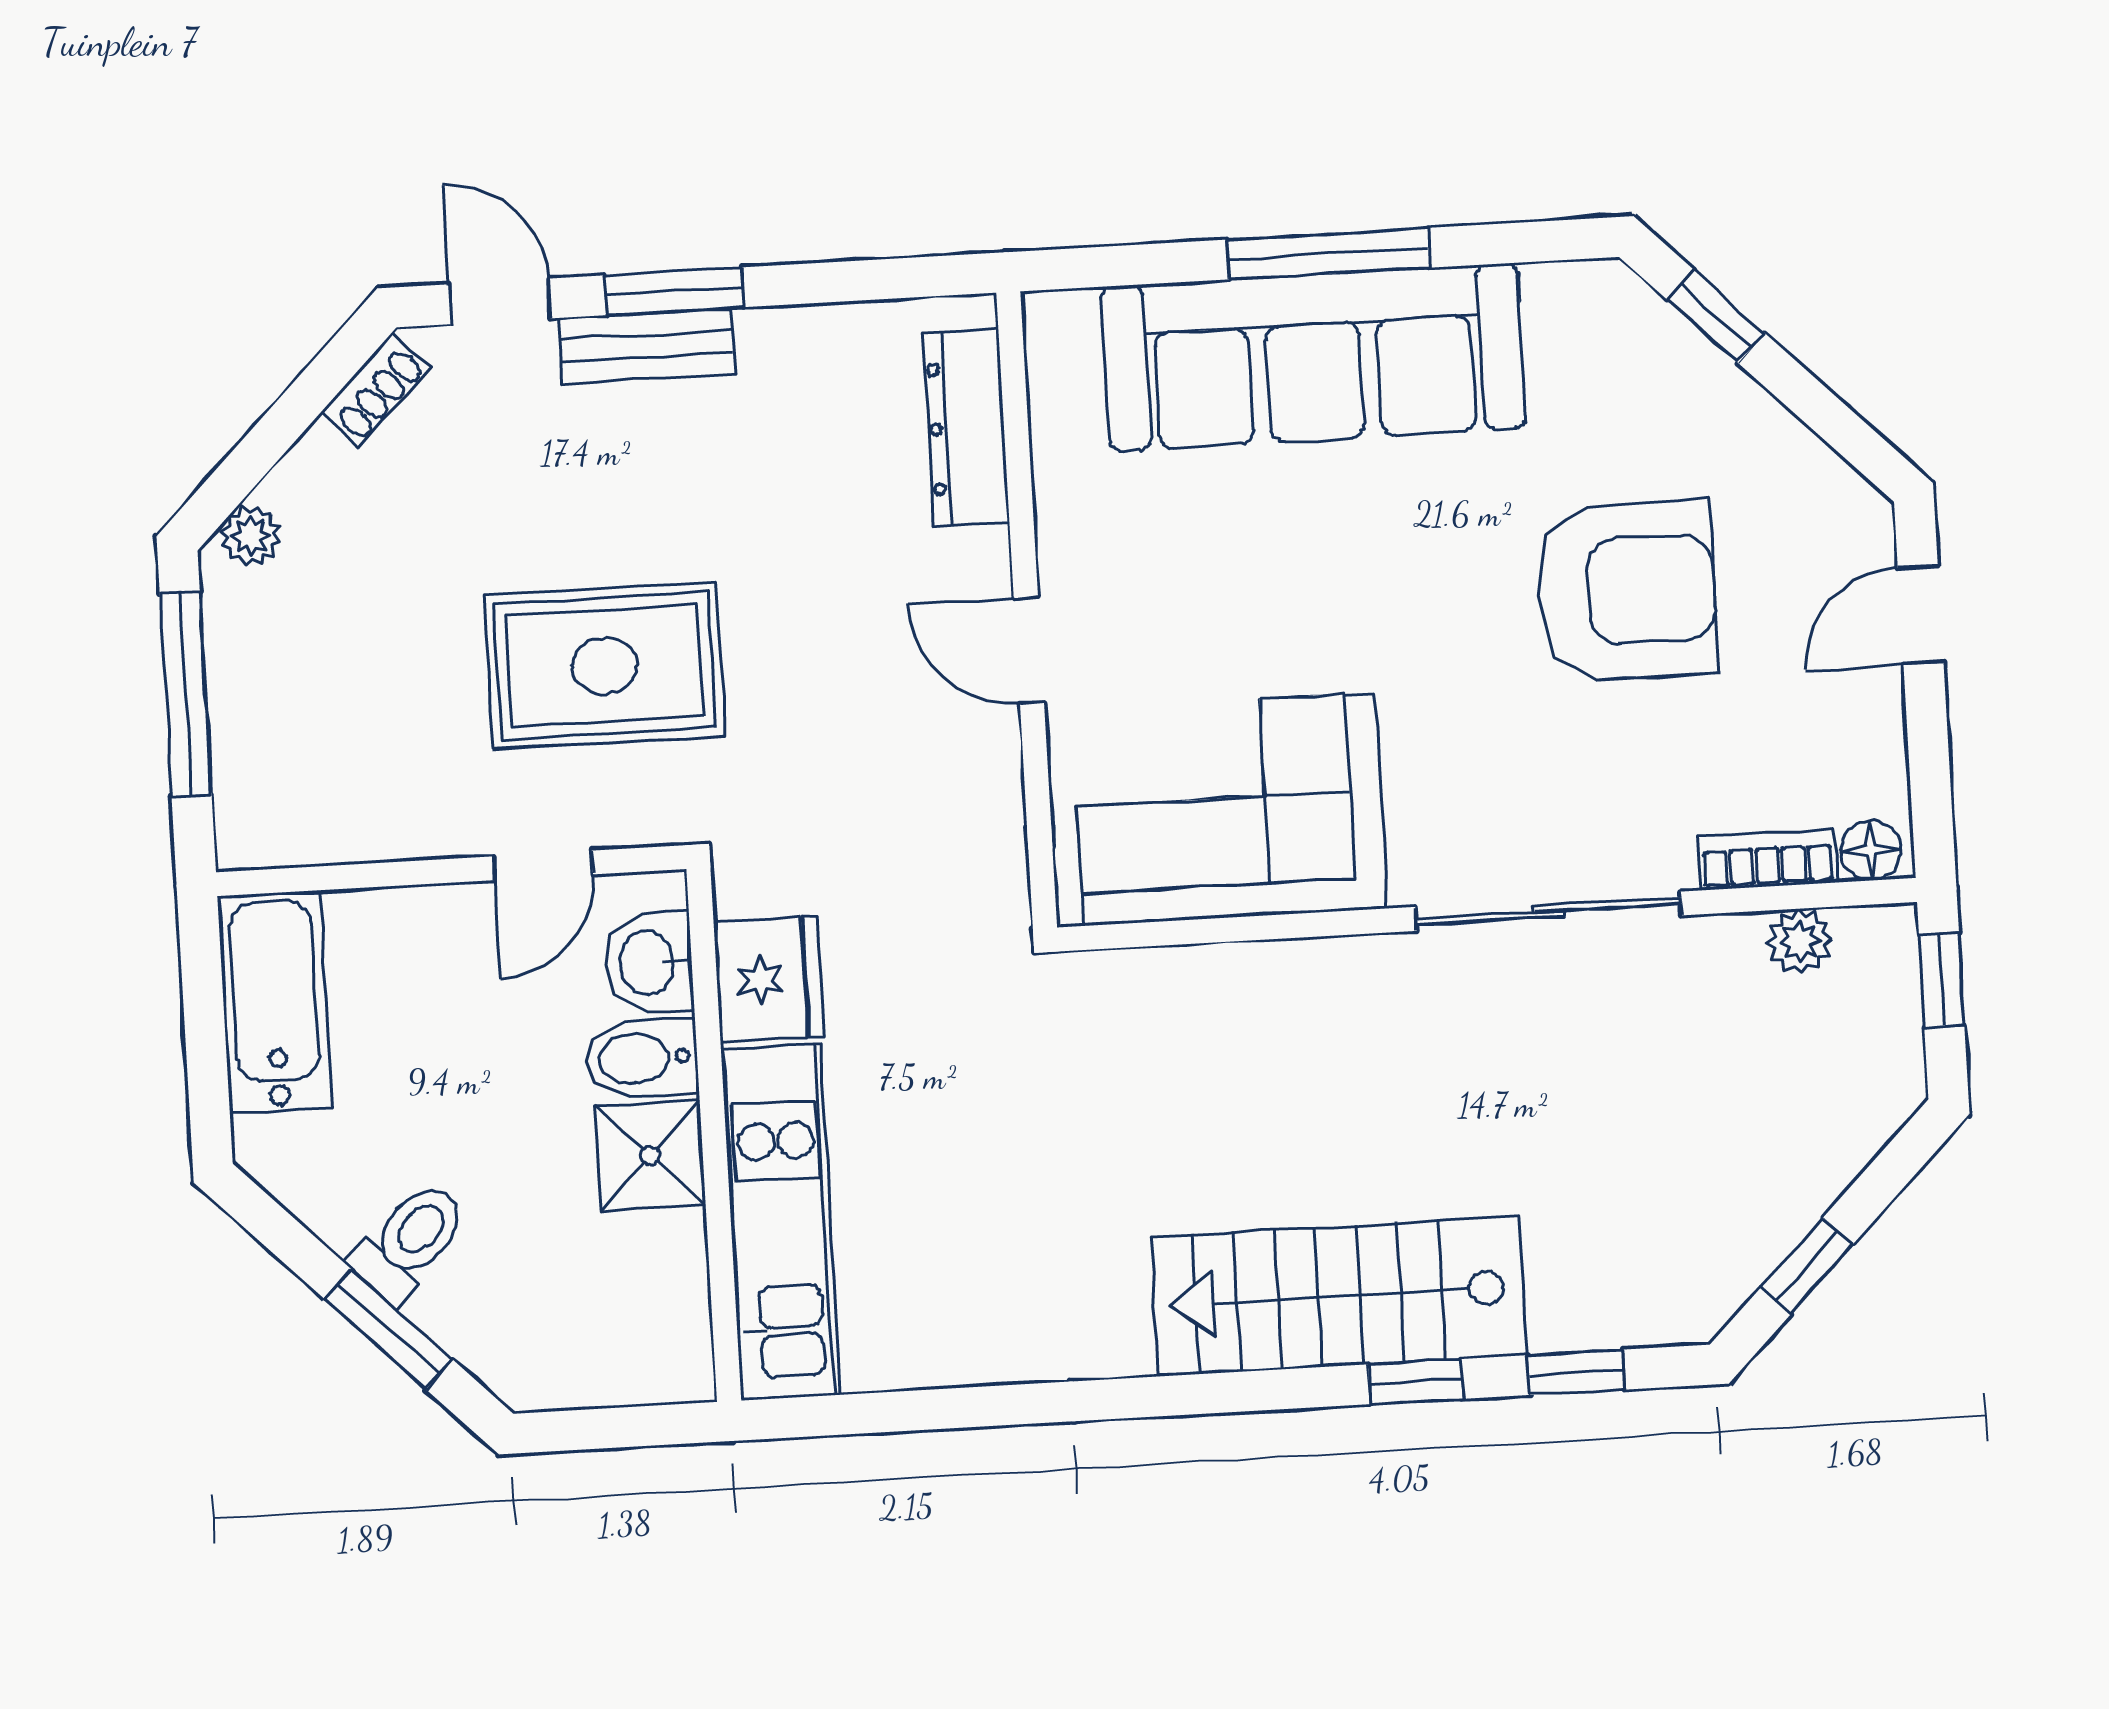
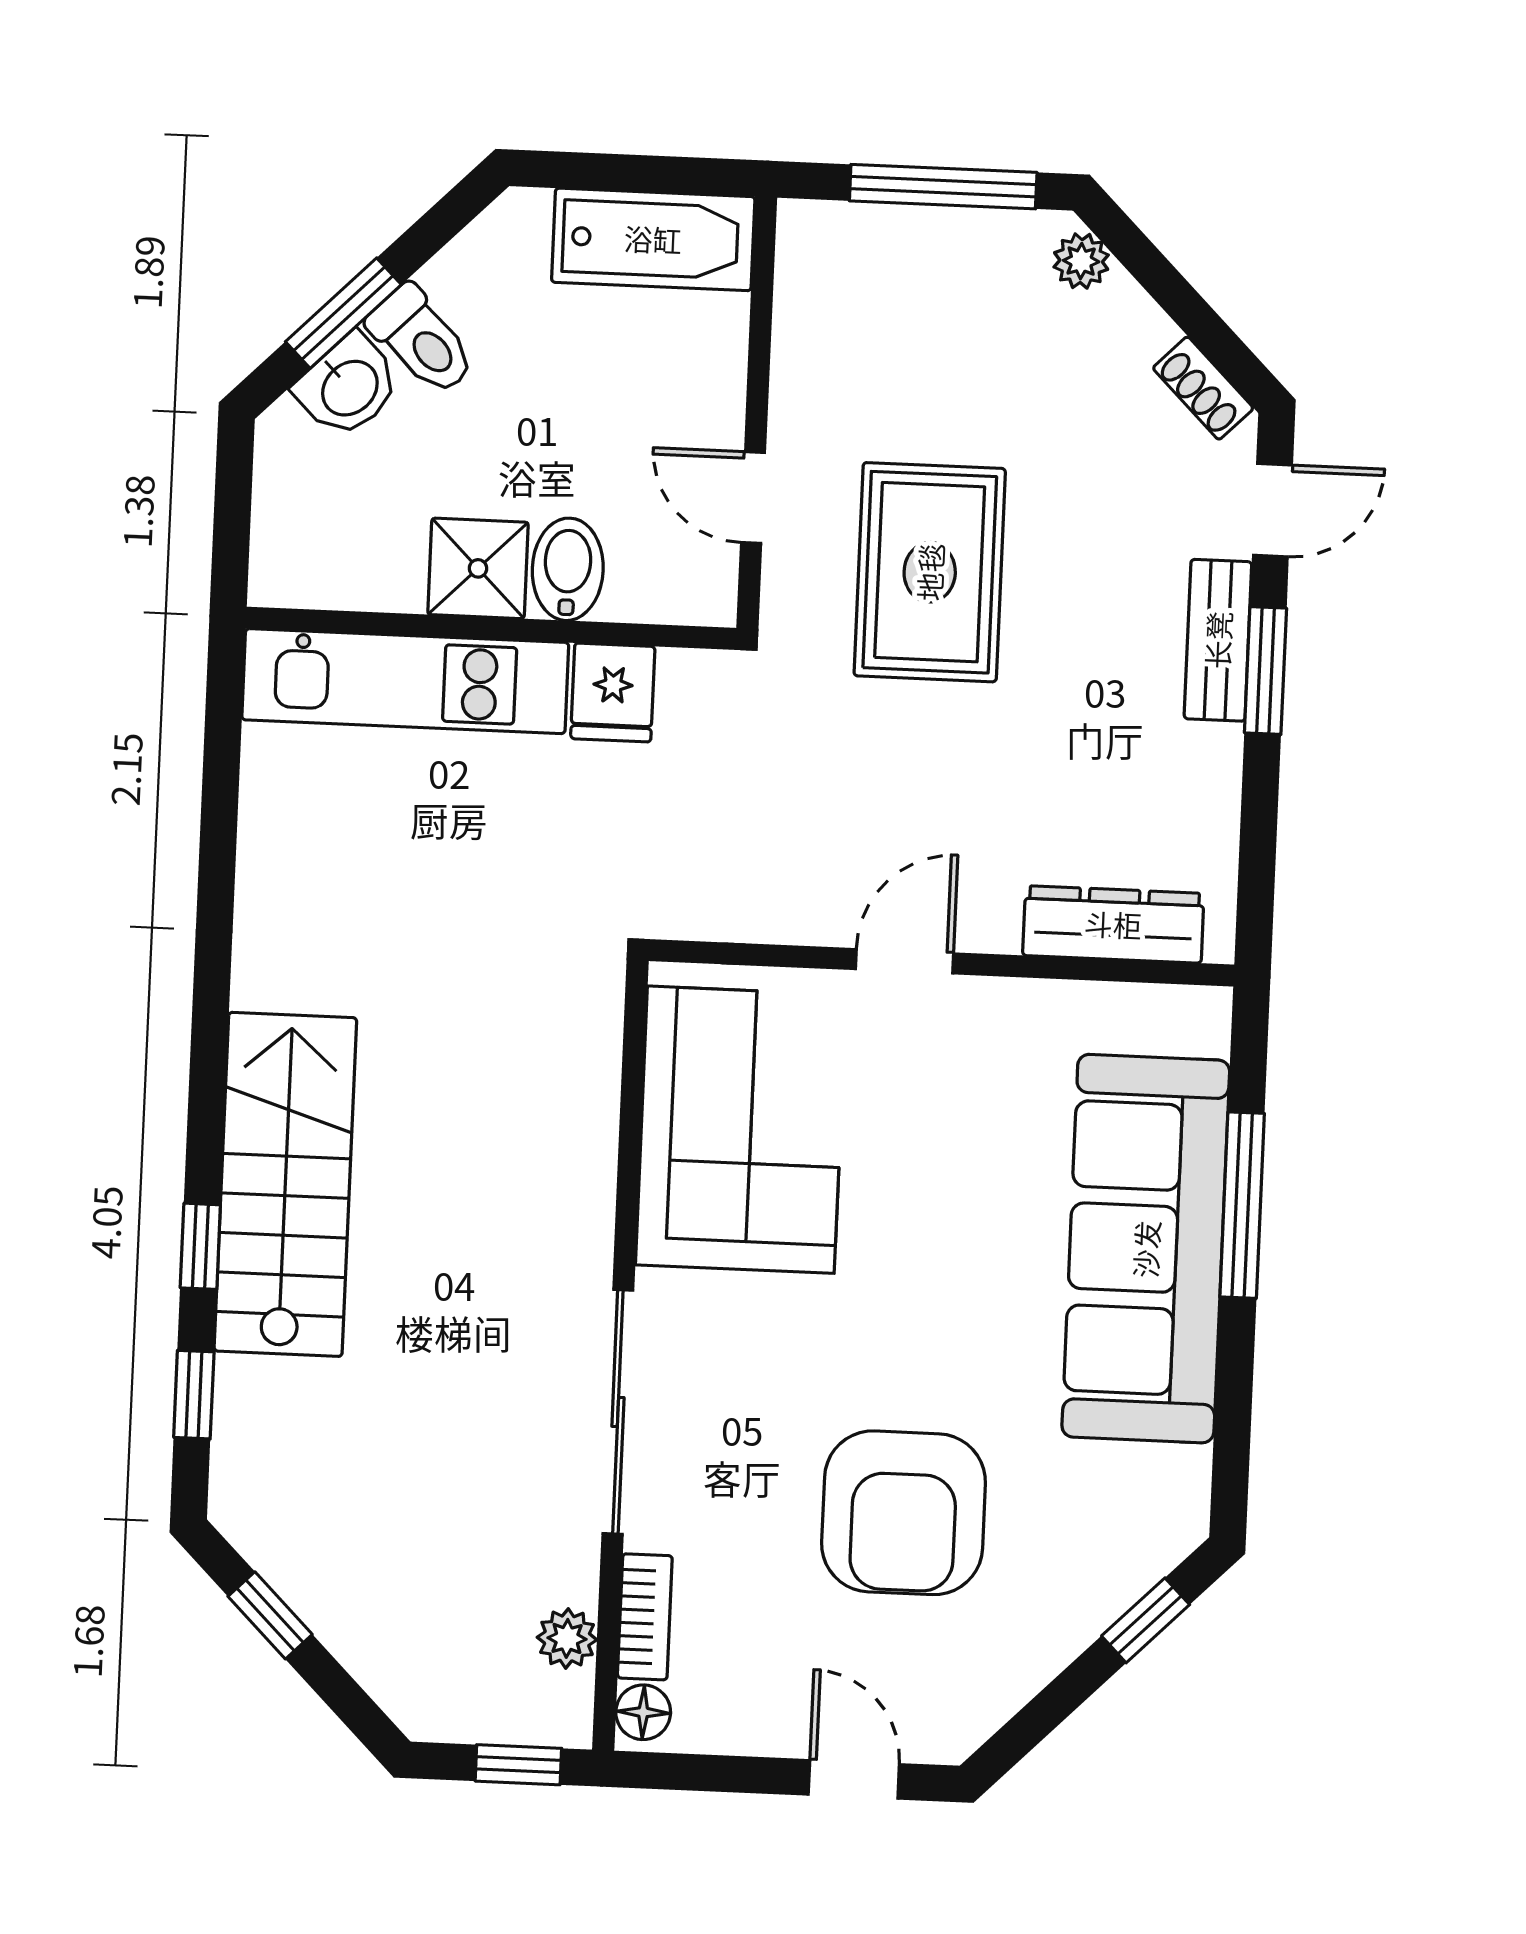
window: (1328, 254) -> (1242, 1205), moved
washbasin: (649, 962) -> (348, 386), moved, turned 135
fridge: (769, 979) -> (613, 693), width x0.72

